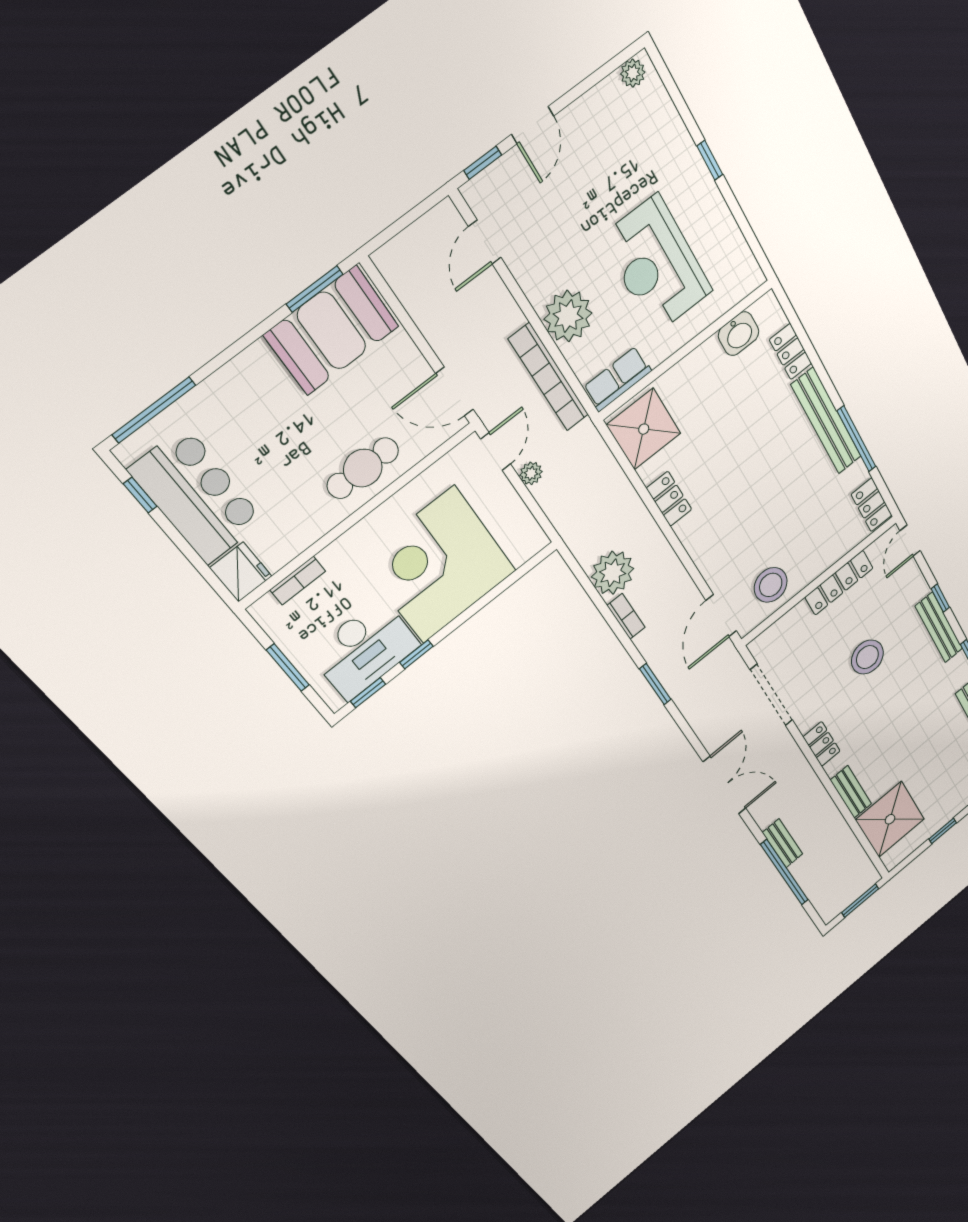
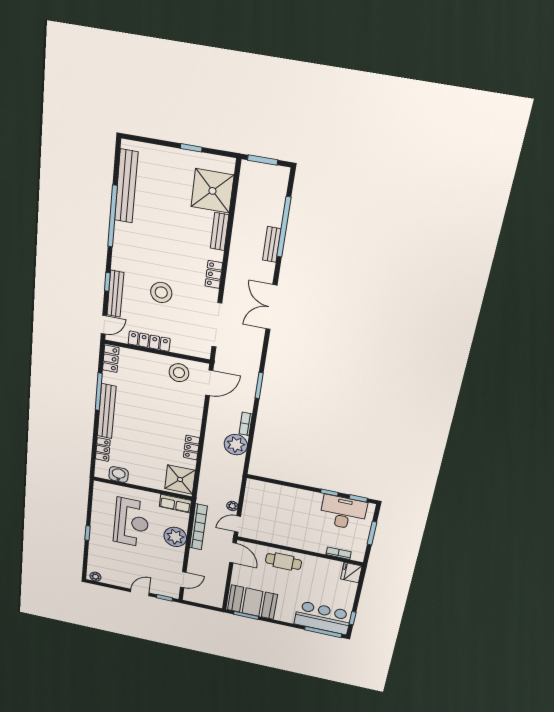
bar counter: (197, 496) -> (323, 618), moved, turned 90
corner desk: (439, 565) -> (291, 511), removed
bench: (939, 628) -> (115, 294), moved

